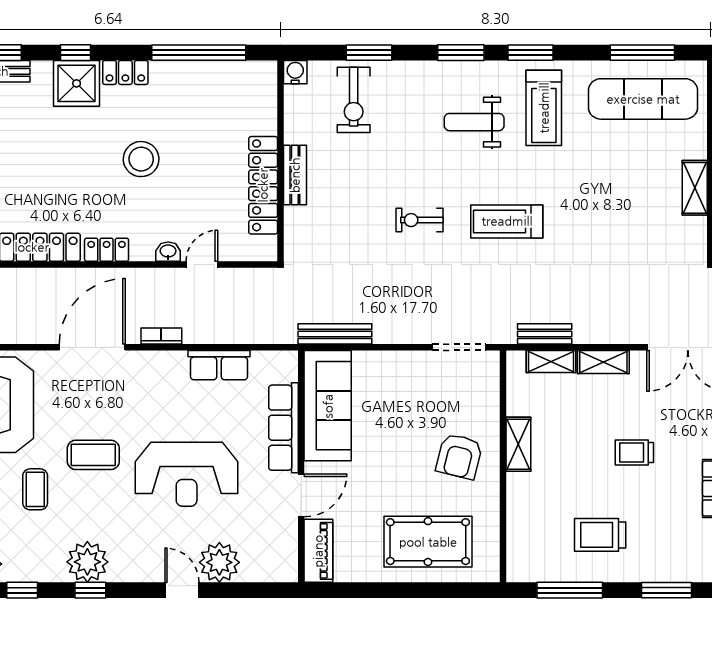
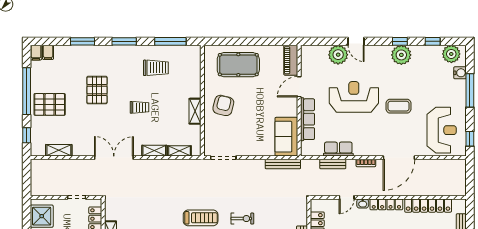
locker: (107, 250) -> (386, 204), width x1.53
bench: (545, 334) -> (333, 164), moved
sofa: (328, 406) -> (286, 137), width x0.73
coffee table: (35, 489) -> (426, 90), removed

